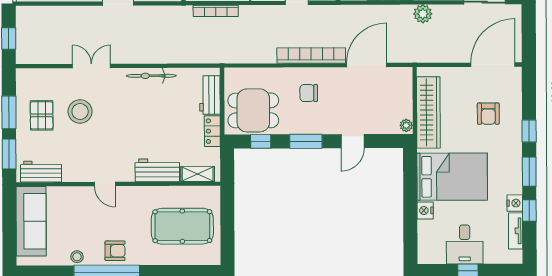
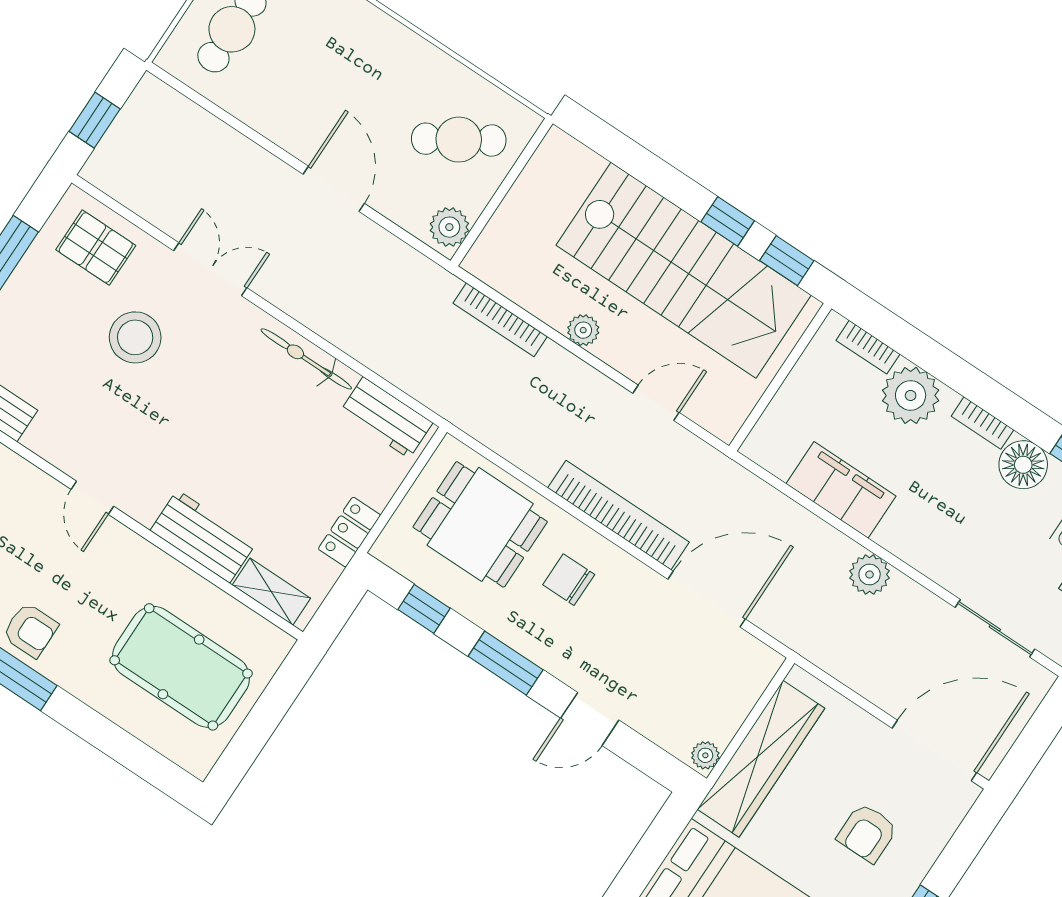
workbench: (210, 95) -> (386, 418), moved, turned -90
dining table: (253, 110) -> (480, 524), moved
pallet: (42, 115) -> (96, 248), moved, turned 90

